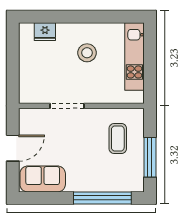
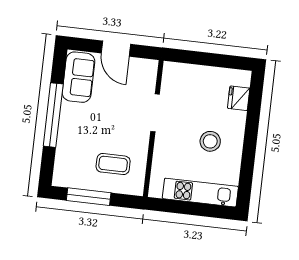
window: (102, 198) -> (53, 115), moved

